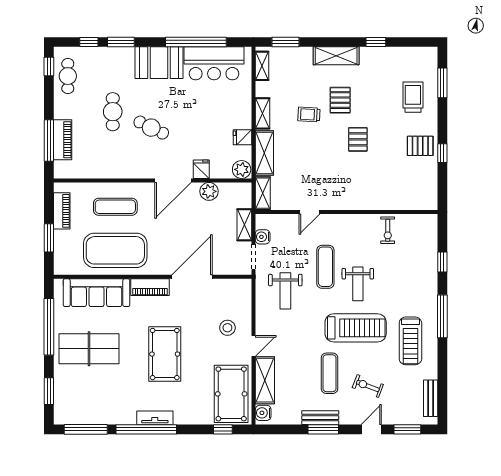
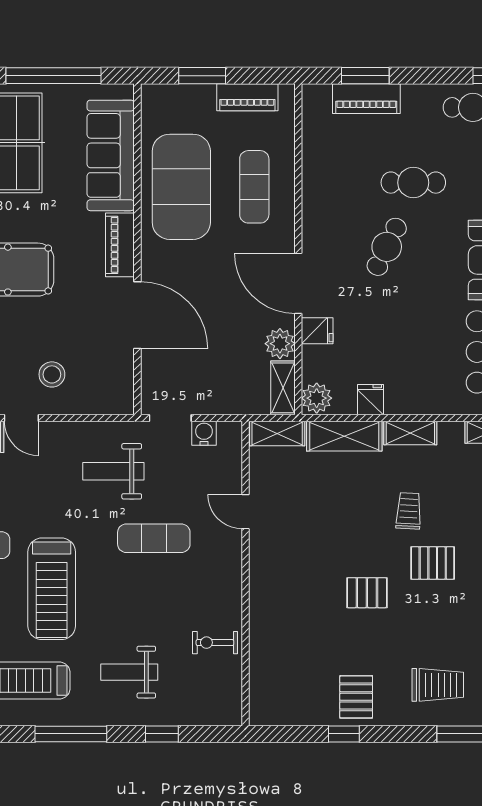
window: (49, 140) -> (365, 76), width x0.69
shelving: (244, 225) -> (283, 388), moved, turned 90
weight bench: (358, 284) -> (129, 672), moved

